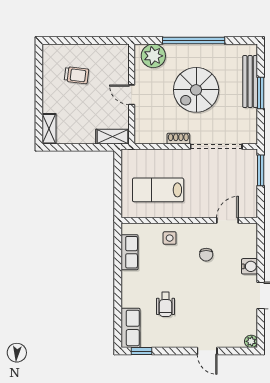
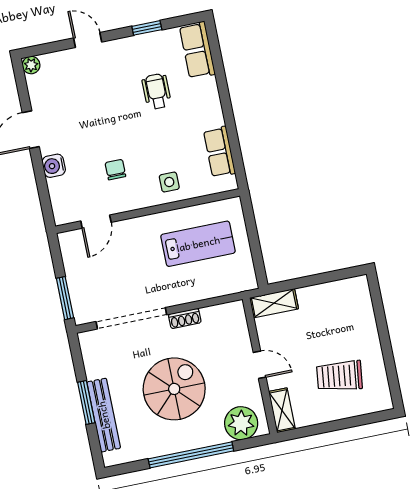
trolley: (76, 75) -> (339, 376), width x1.36, depth x1.39
shelving: (49, 129) -> (282, 410), moved
window: (142, 351) -> (147, 28), moved

